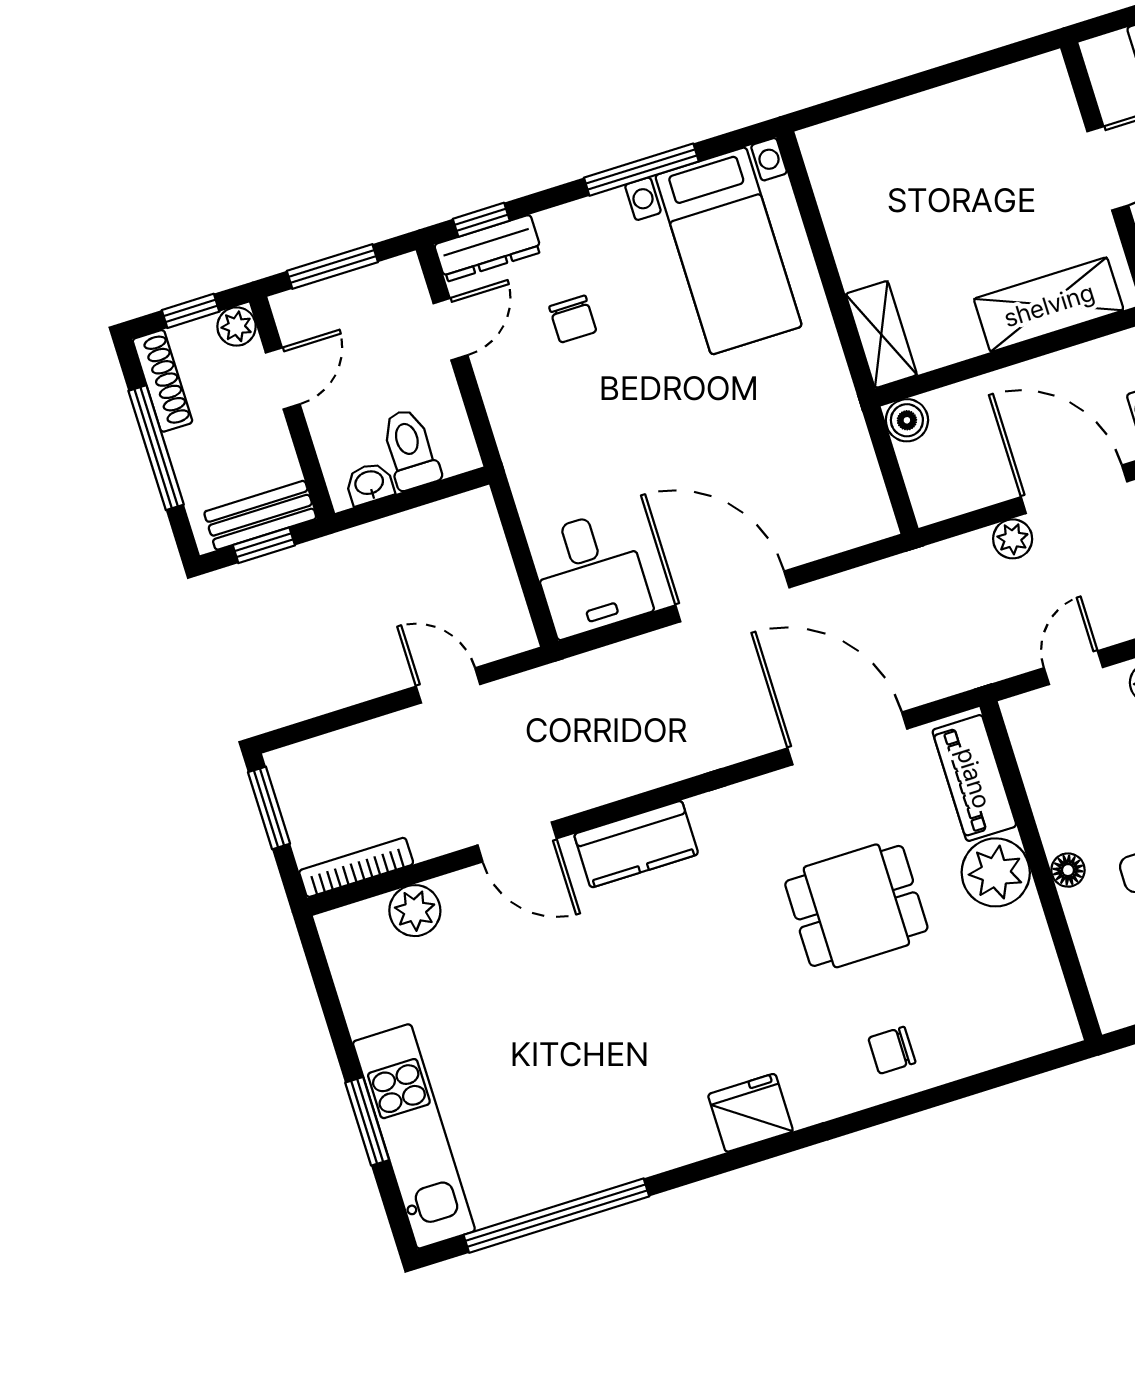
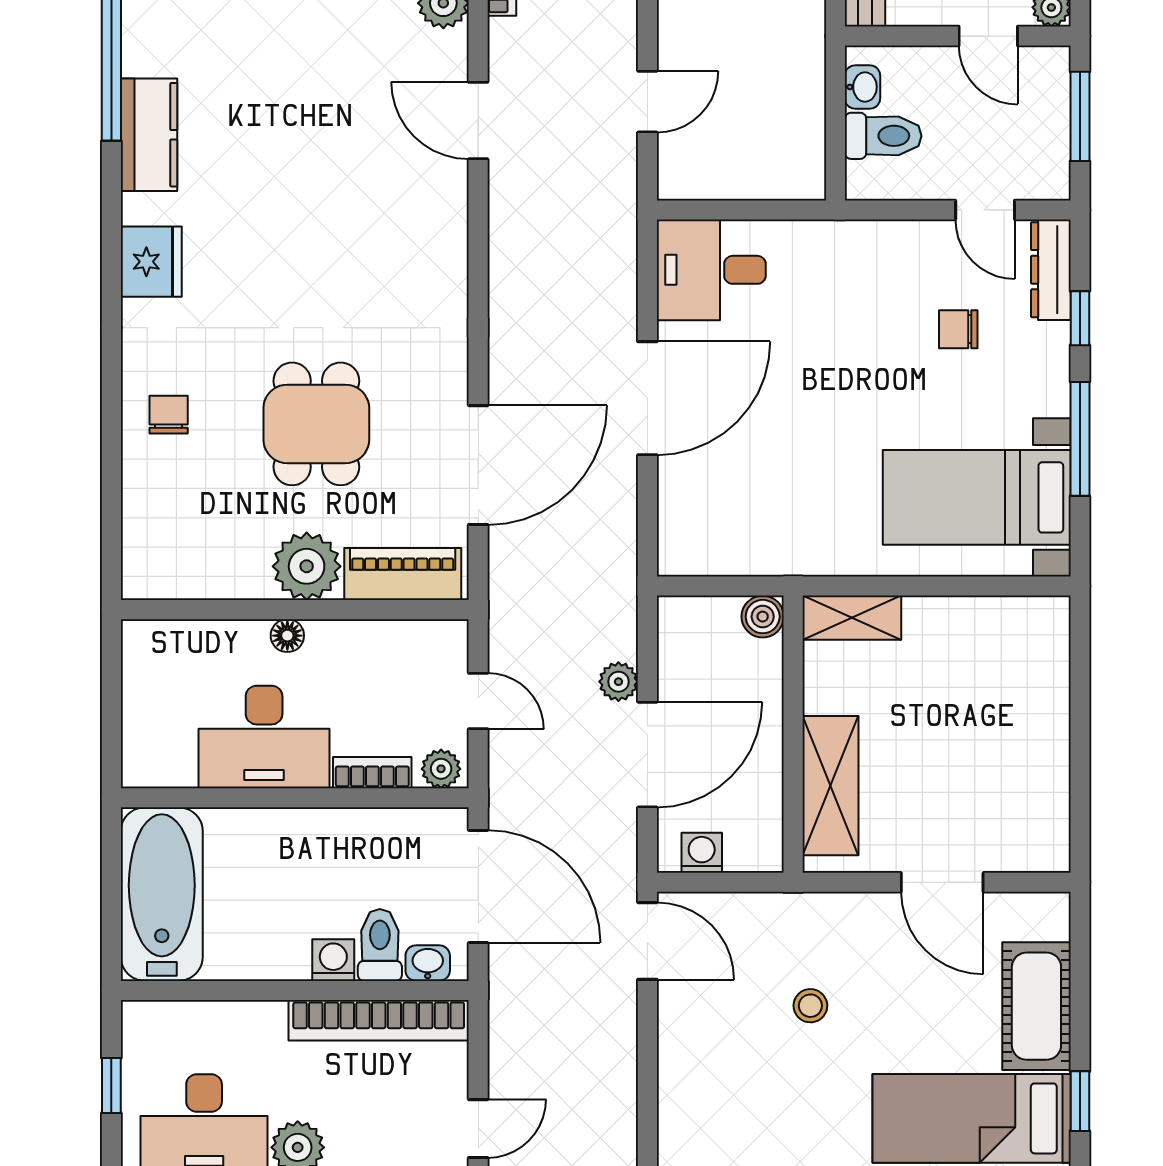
window: (481, 220) -> (1080, 318), moved
door: (517, 842) -> (478, 121), hinge flipped
kitchen counter: (636, 844) -> (149, 135), moved, turned 180

